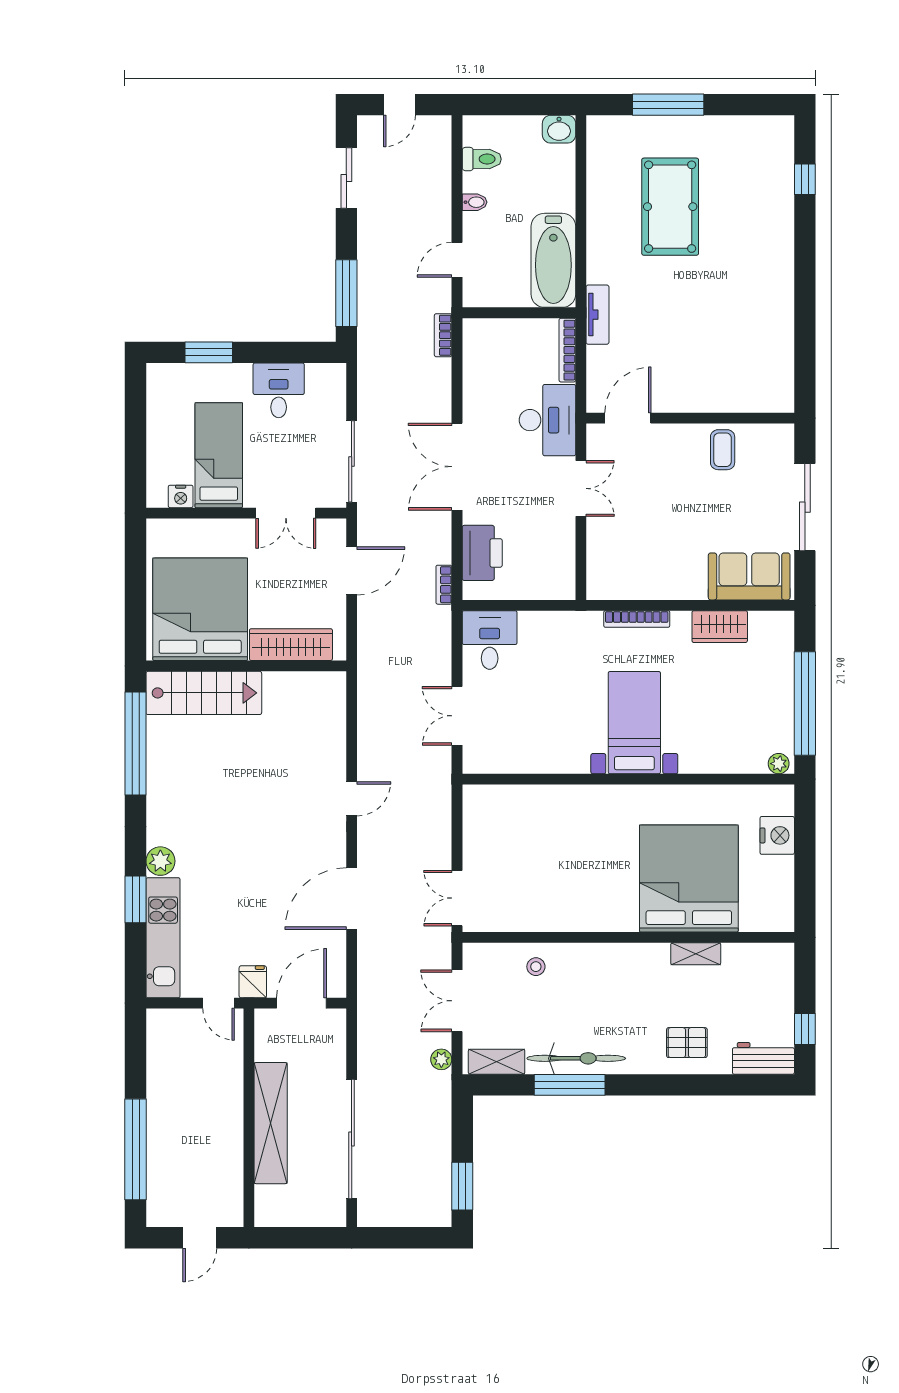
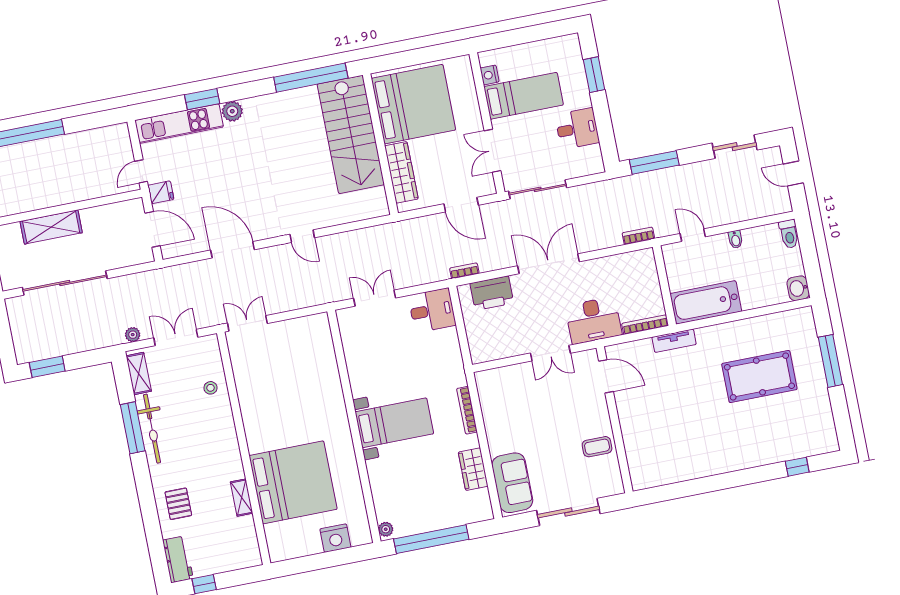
toilet: (482, 159) -> (789, 234), moved
stairs: (204, 693) -> (351, 134), width x1.36, depth x1.51
shelving: (271, 1123) -> (51, 227), width x0.68

